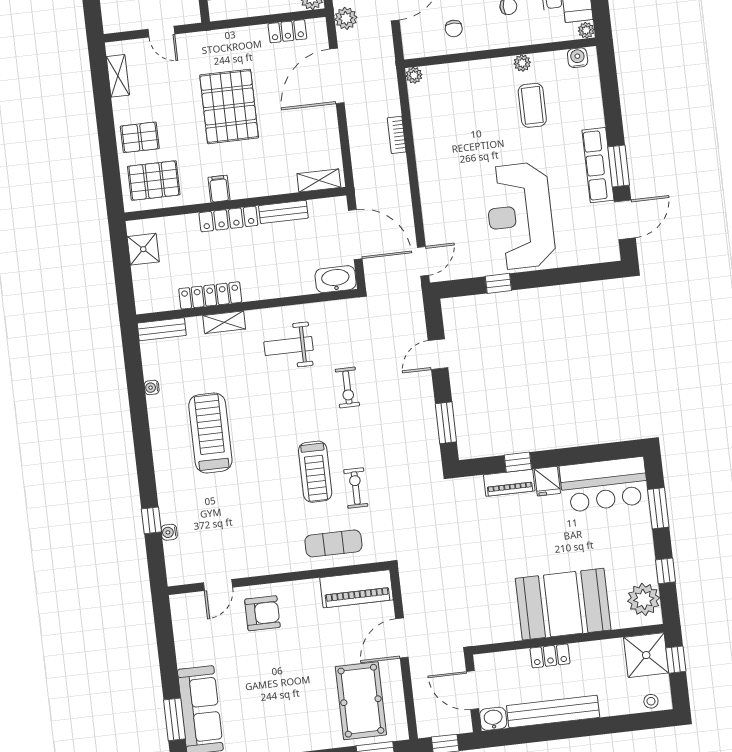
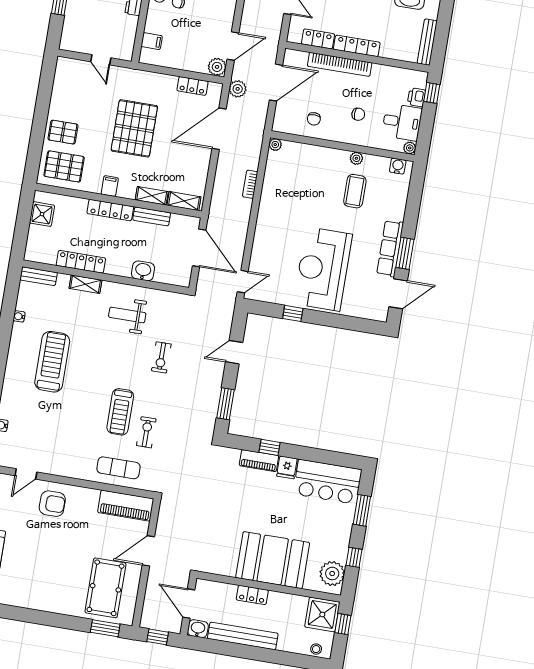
shelving: (118, 76) -> (152, 196), moved, turned 90
washbasin: (336, 279) -> (143, 271), moved, width x0.72

